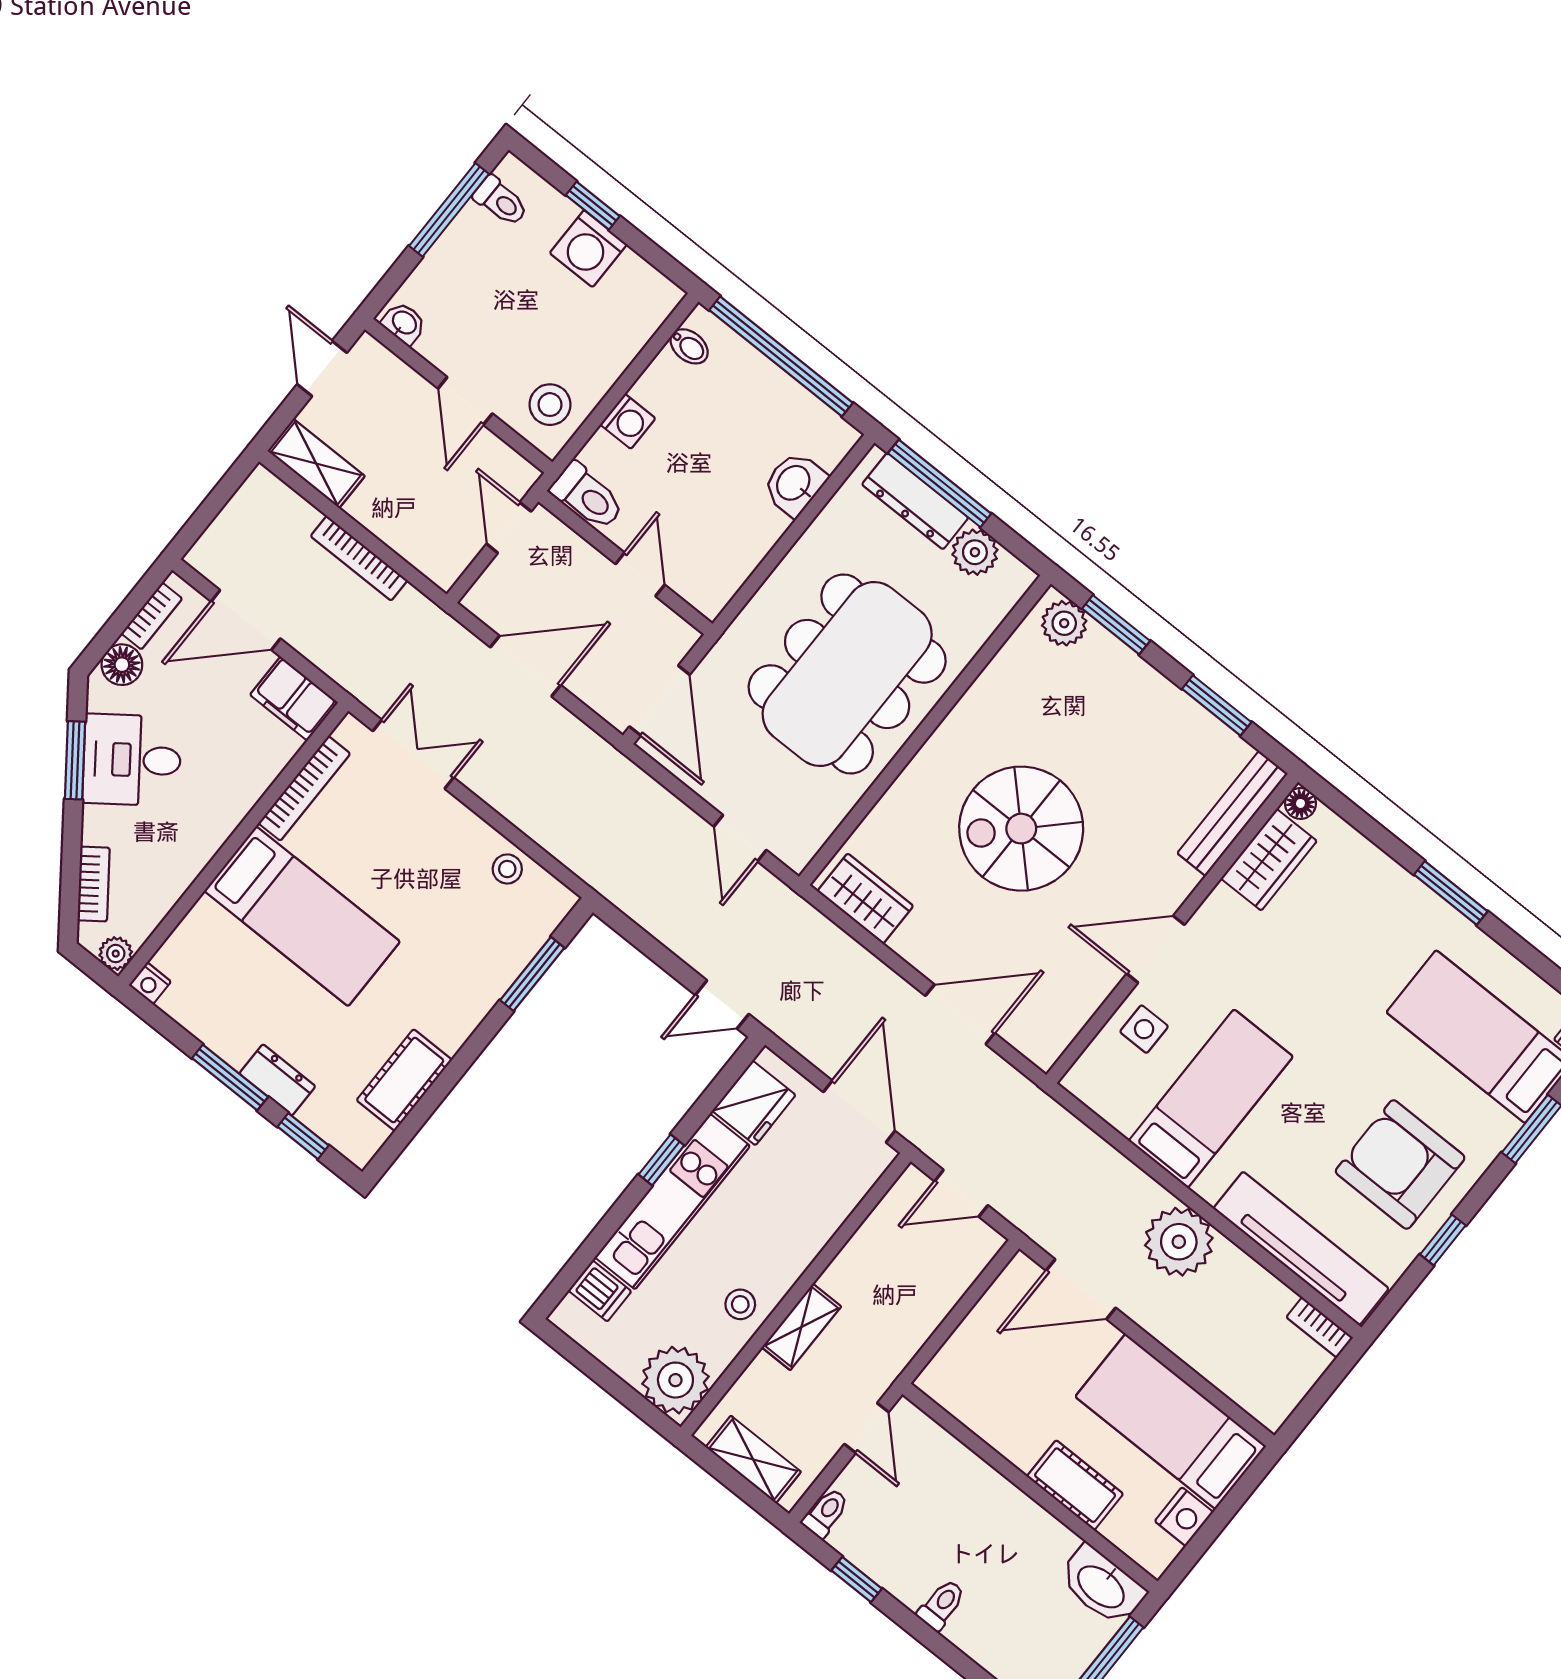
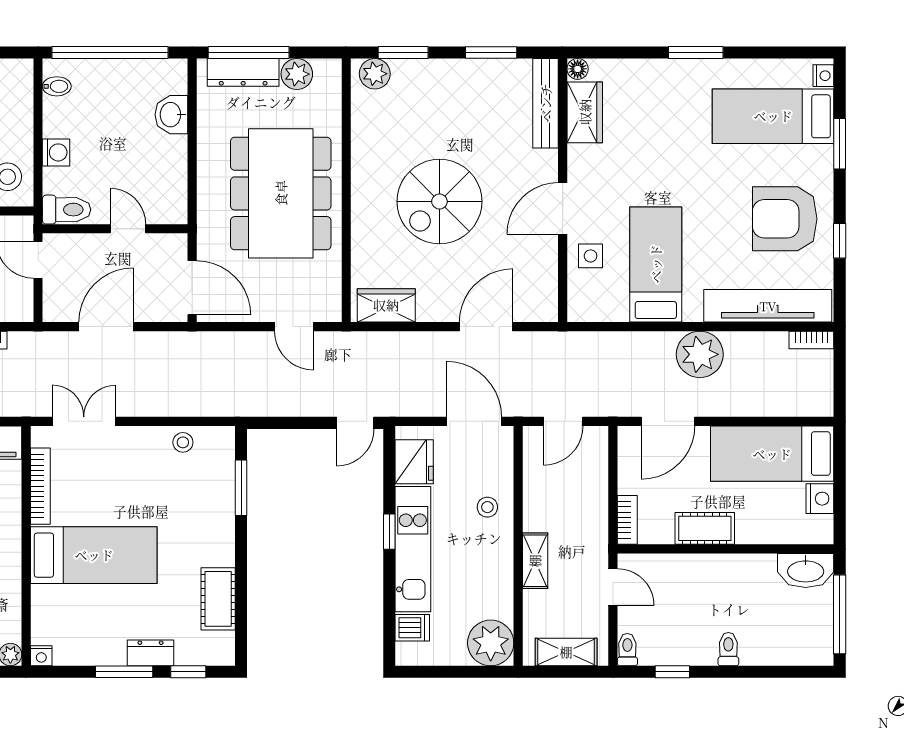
stool: (740, 1304) -> (487, 507), moved
bookcase: (944, 1364) -> (627, 520), added
cot: (1075, 1485) -> (705, 528), moved

